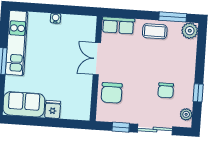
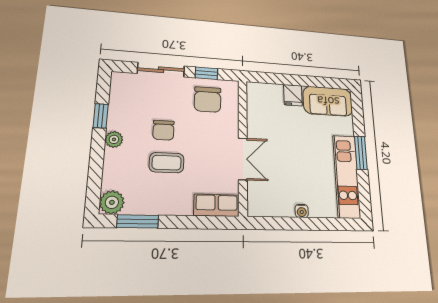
coffee table: (155, 31) -> (167, 163), moved
chair: (166, 90) -> (163, 130), moved, turned 180
chair: (112, 93) -> (208, 99), moved, turned 180
plant: (186, 114) -> (114, 139), moved

